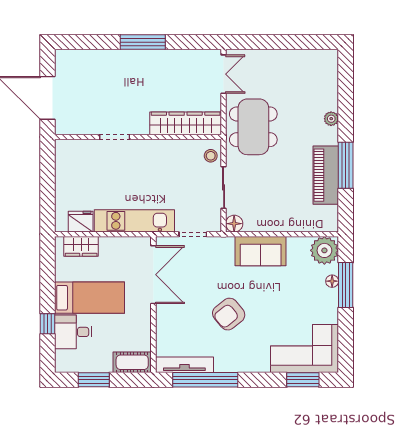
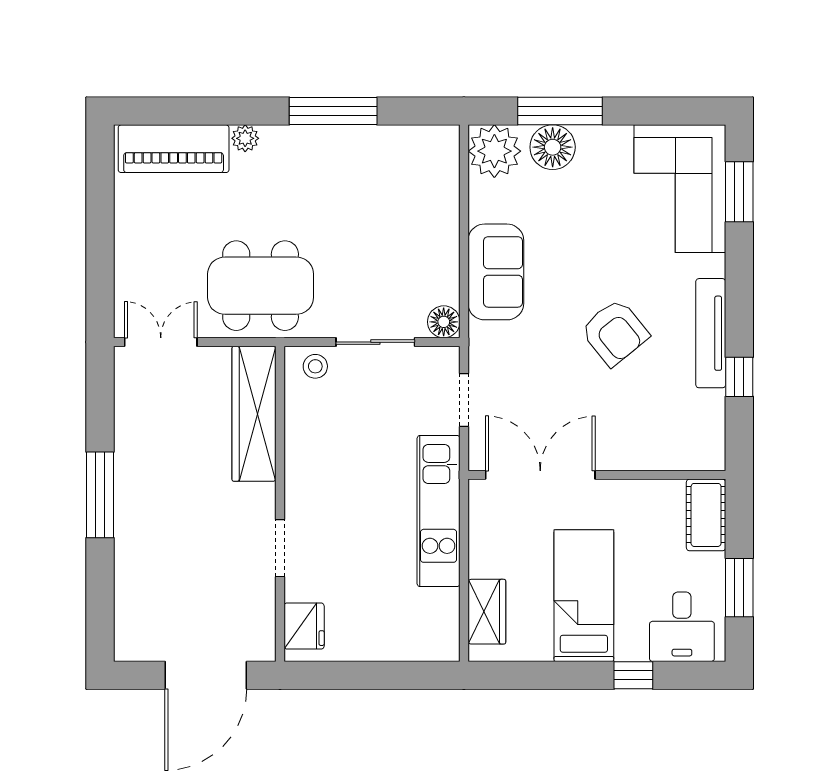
piano: (326, 175) -> (174, 149), moved
fridge: (81, 222) -> (304, 626), moved, turned 180
floor lamp: (332, 281) -> (553, 147), width x1.89, depth x1.89
desk: (73, 332) -> (682, 627), moved
tv unit: (184, 365) -> (711, 333), moved
window: (205, 380) -> (739, 377), width x0.32

